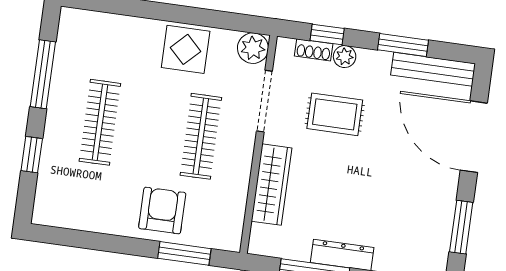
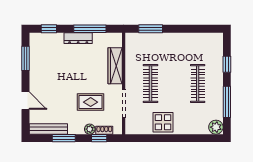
plant: (253, 48) -> (216, 127), moved
door: (474, 137) -> (25, 101), width x0.53
armchair: (162, 210) -> (163, 47), removed

